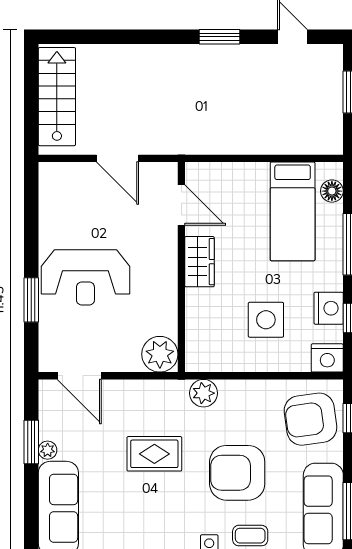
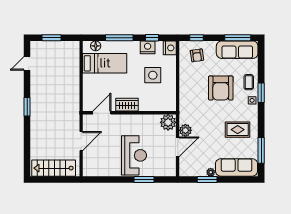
window: (220, 37) -> (27, 107), moved
door: (79, 376) -> (178, 147), moved
plant: (203, 393) -> (185, 130), moved
armchair: (310, 419) -> (197, 55), width x0.53, depth x0.53
rug: (154, 454) -> (238, 130), moved, turned 90

